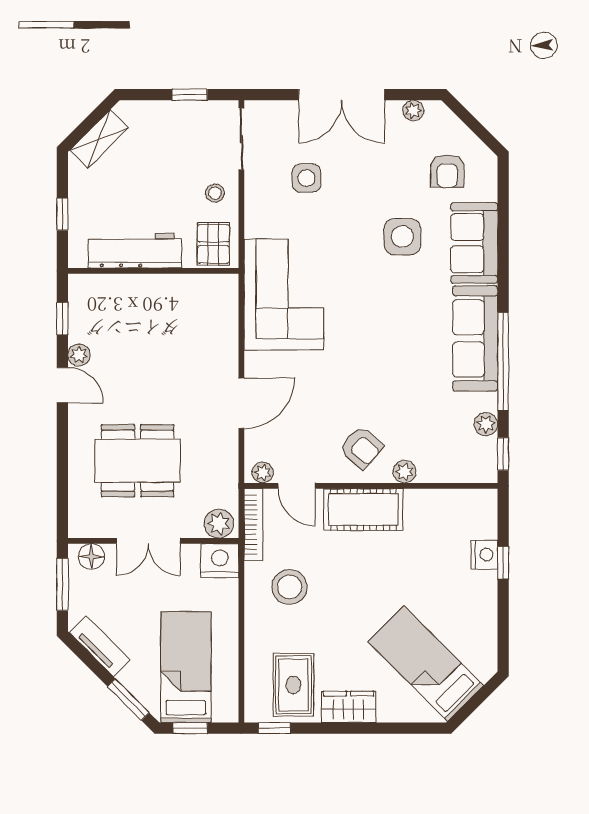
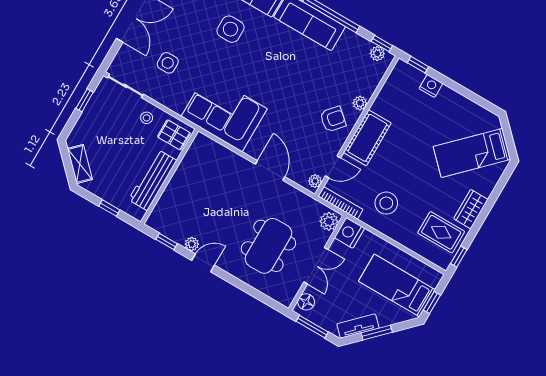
plant: (486, 424) -> (377, 54), moved
window: (503, 563) -> (418, 65), moved
window: (128, 700) -> (377, 333), moved

